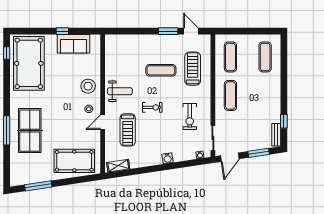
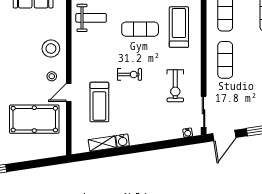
weight bench: (120, 91) -> (91, 18), moved
water cooler: (168, 158) -> (123, 141), moved
pool table: (74, 161) -> (34, 119), moved
shelving: (118, 166) -> (102, 144), moved

